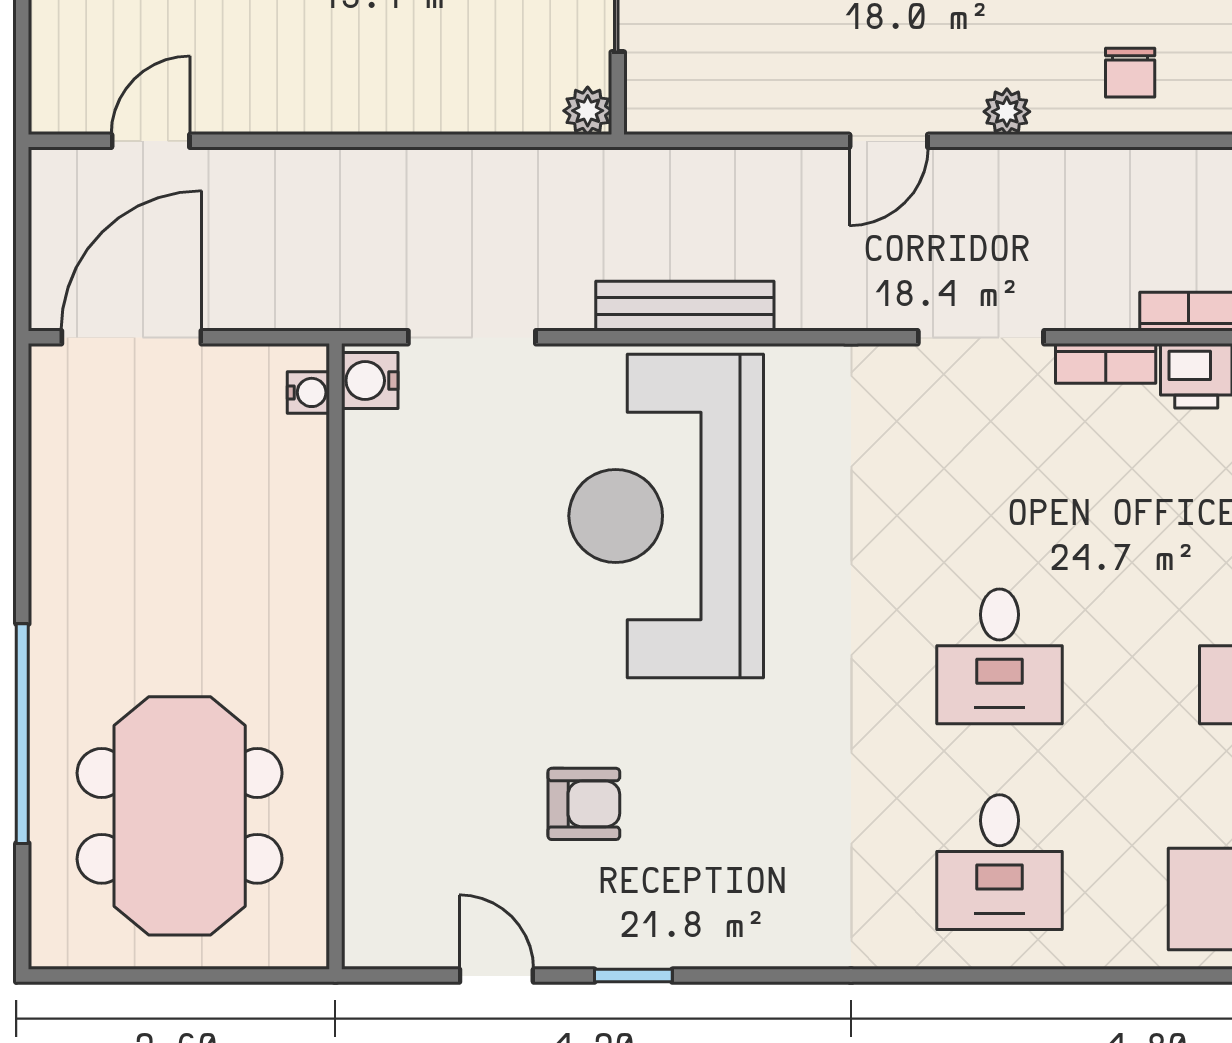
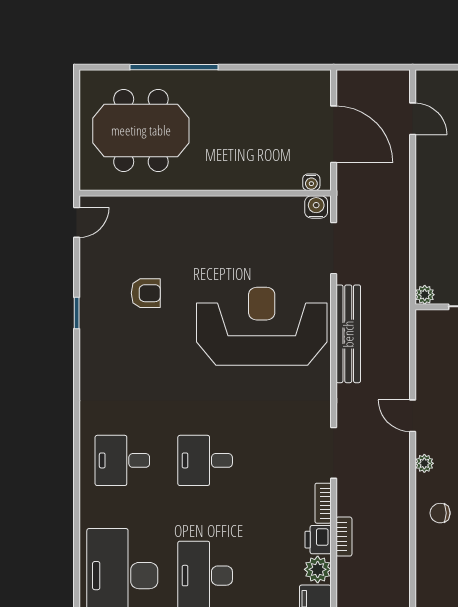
bench: (685, 306) -> (348, 334), width x1.37, depth x1.21
door: (131, 337) -> (334, 134), moved
armchair: (584, 804) -> (146, 293), turned -90
door: (496, 976) -> (77, 222), moved

